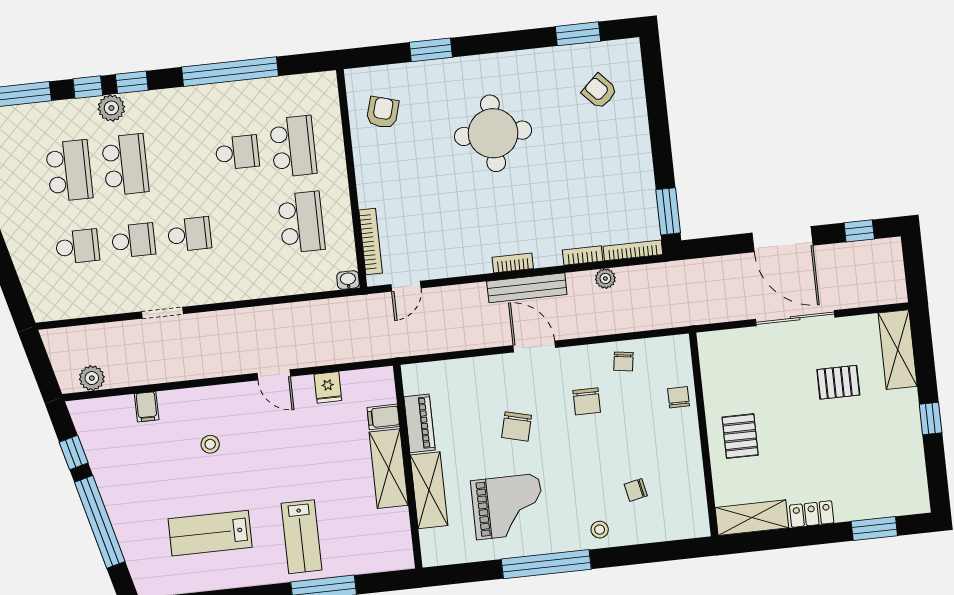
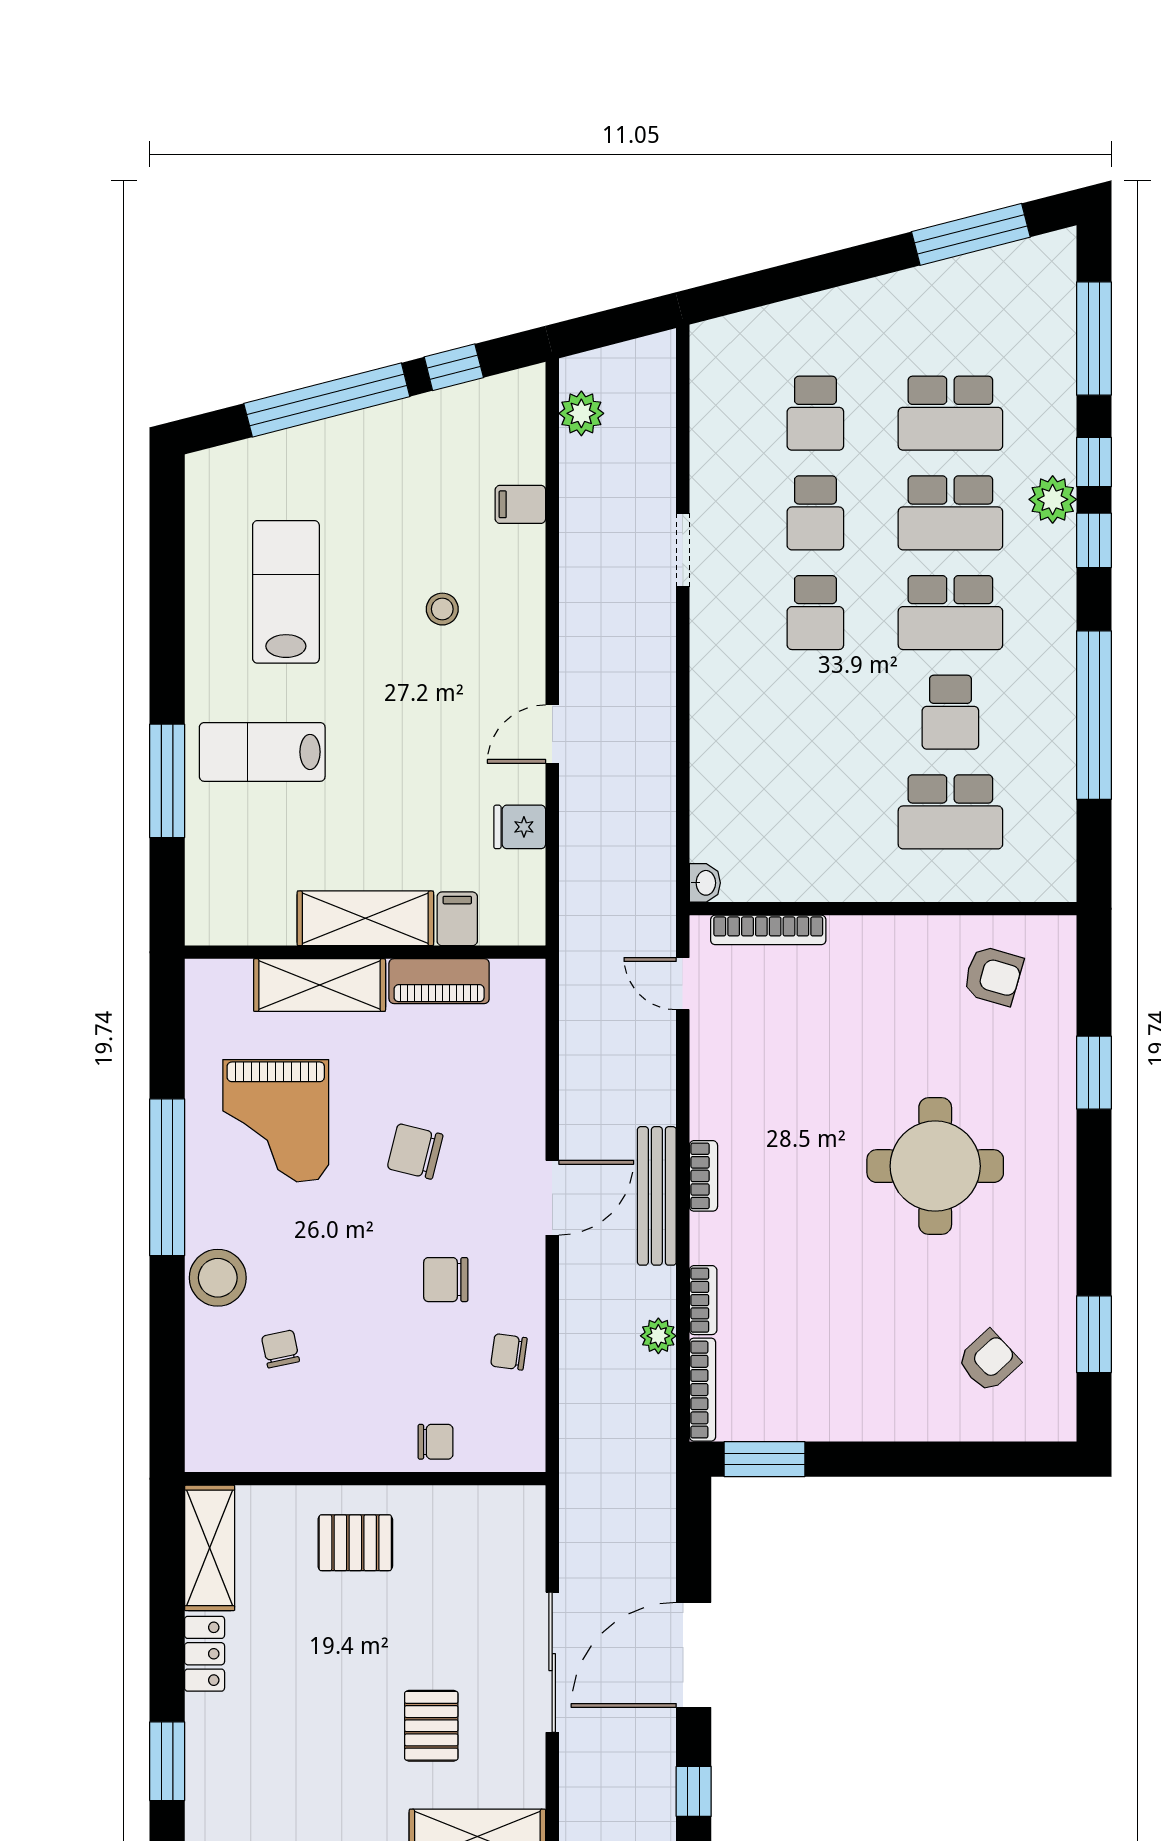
school desk: (301, 222) -> (950, 613), moved
stool: (600, 530) -> (218, 1278), width x1.89, depth x1.89

